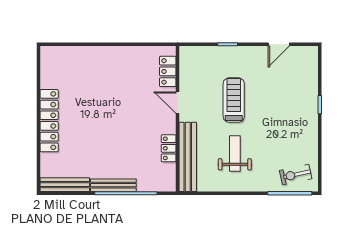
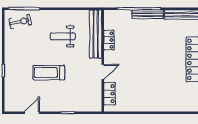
treadmill: (234, 100) -> (49, 73), moved, turned 90
door: (178, 103) -> (103, 72), hinge flipped
weight bench: (235, 154) -> (63, 36), turned 90

